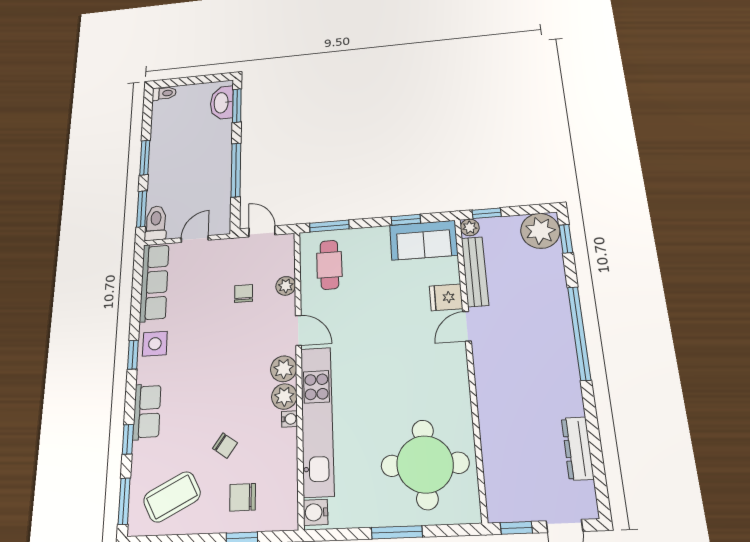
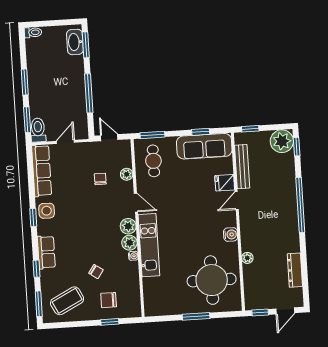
plant: (470, 227) -> (247, 258), moved
sofa: (424, 240) -> (204, 146), width x1.36
kitchen unit: (317, 420) -> (149, 245), width x0.73
water cooler: (316, 512) -> (231, 234), moved, turned 180

